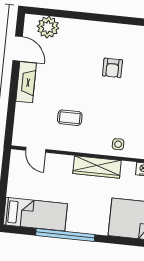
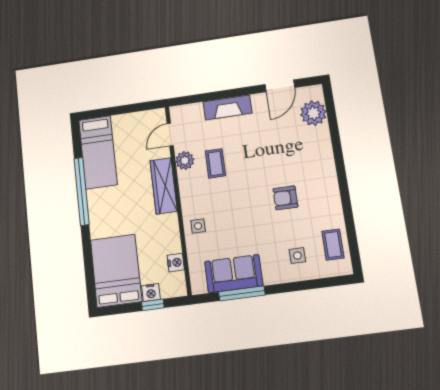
fireplace: (26, 82) -> (228, 107), moved
plant: (61, 143) -> (185, 161), added
wardrobe: (97, 167) -> (164, 186), moved

